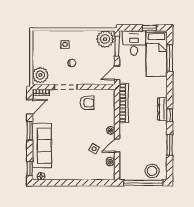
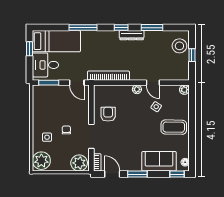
plant: (105, 39) -> (41, 161), moved
window: (170, 58) -> (83, 28), moved
dresser: (162, 109) -> (132, 35), moved
sofa: (42, 146) -> (159, 161), width x0.73
plant: (110, 162) -> (184, 90), moved
coffee table: (75, 165) -> (174, 127), added
window: (143, 183) -> (192, 55), width x0.32

